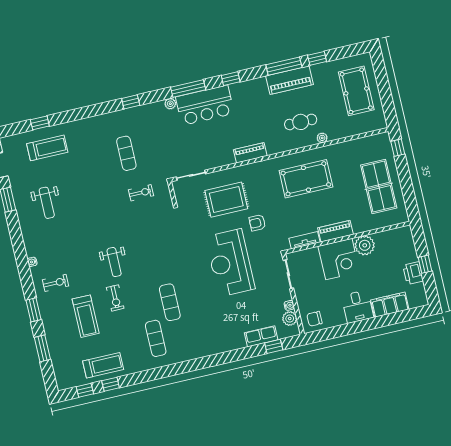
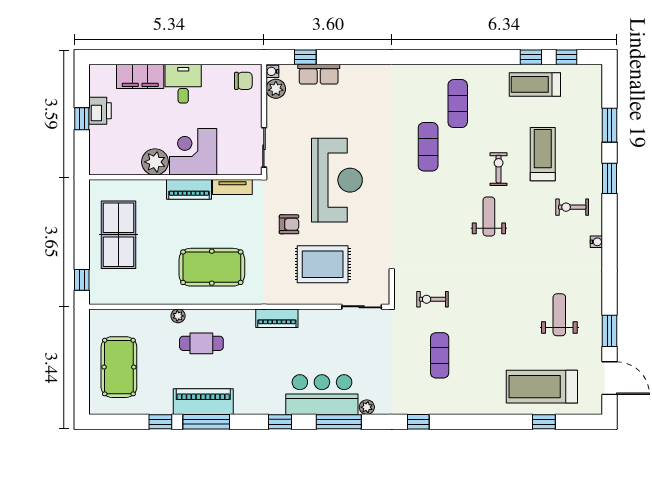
treadmill: (47, 148) -> (542, 387), width x1.37, depth x1.38
water cooler: (289, 305) -> (272, 71), moved

